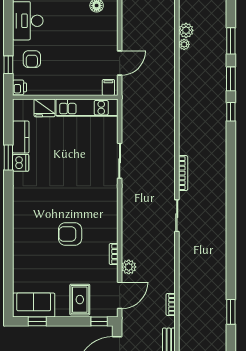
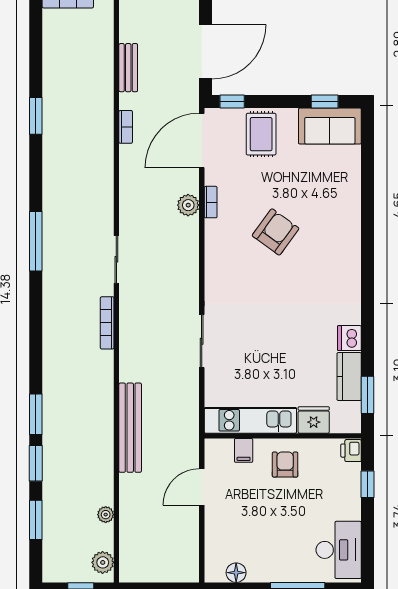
plant: (186, 30) -> (103, 562), moved
armchair: (32, 59) -> (285, 465), moved
filing cabinet: (108, 87) -> (244, 450), moved
bench: (168, 103) -> (130, 428), added
window: (231, 112) -> (36, 414), width x1.50
window: (8, 158) -> (368, 395), moved
window: (231, 228) -> (36, 241), added
armchair: (70, 234) -> (276, 232), turned -54
plant: (129, 267) -> (188, 205), moved
door: (120, 295) -> (202, 140), width x1.36

